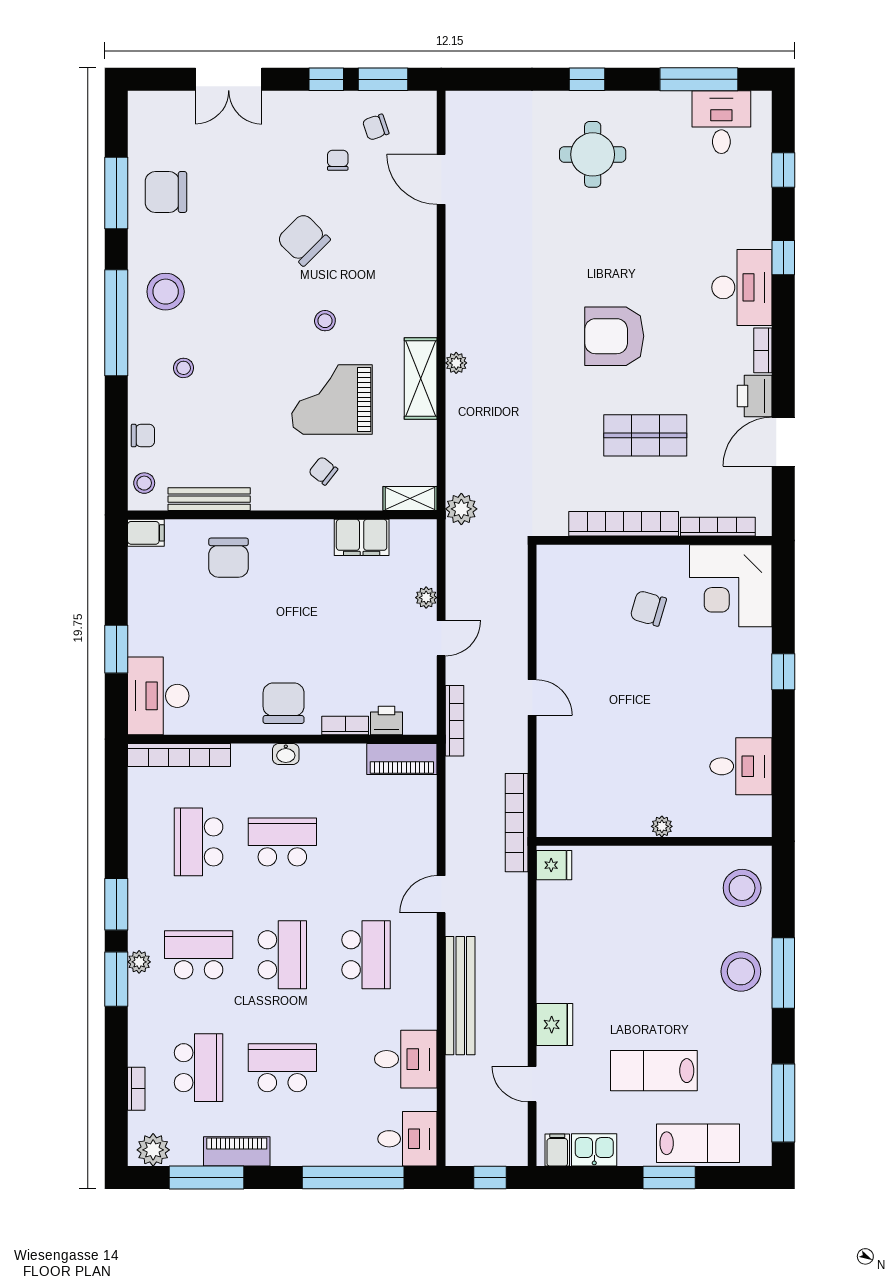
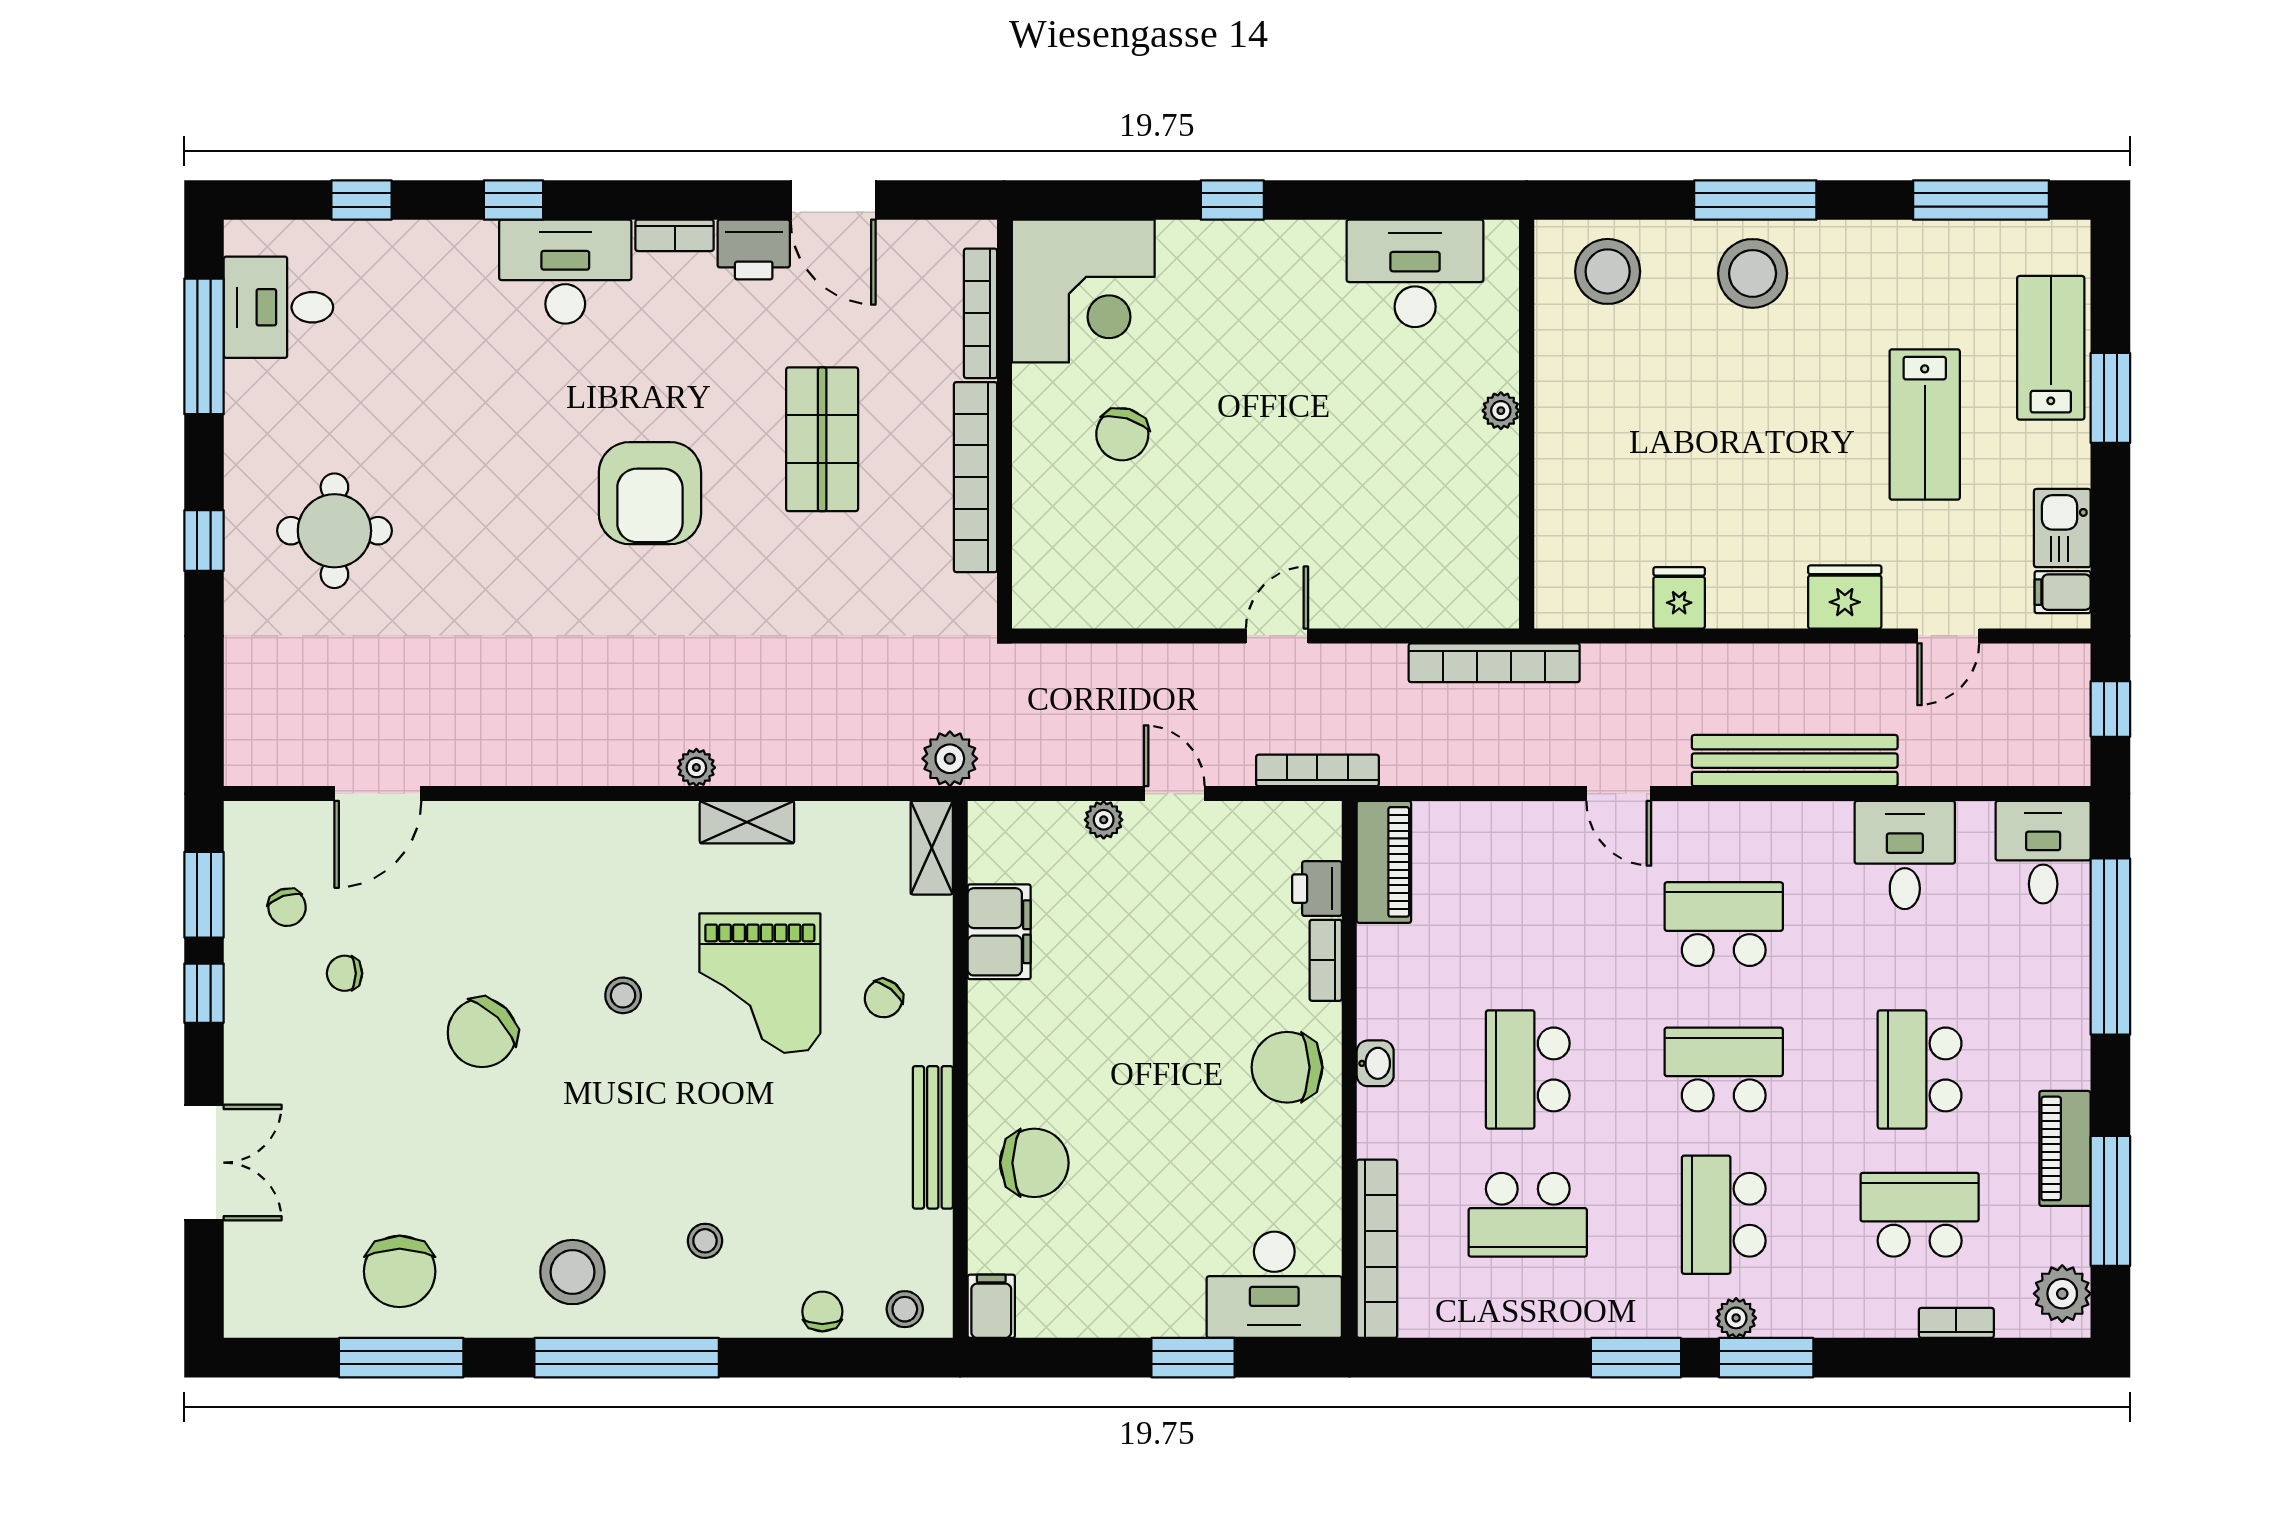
shelving: (421, 378) -> (747, 822), width x0.67, depth x0.75
bench: (209, 499) -> (933, 1137), moved
desk: (741, 766) -> (1415, 273), width x1.37
fridge: (554, 865) -> (1679, 598), moved

